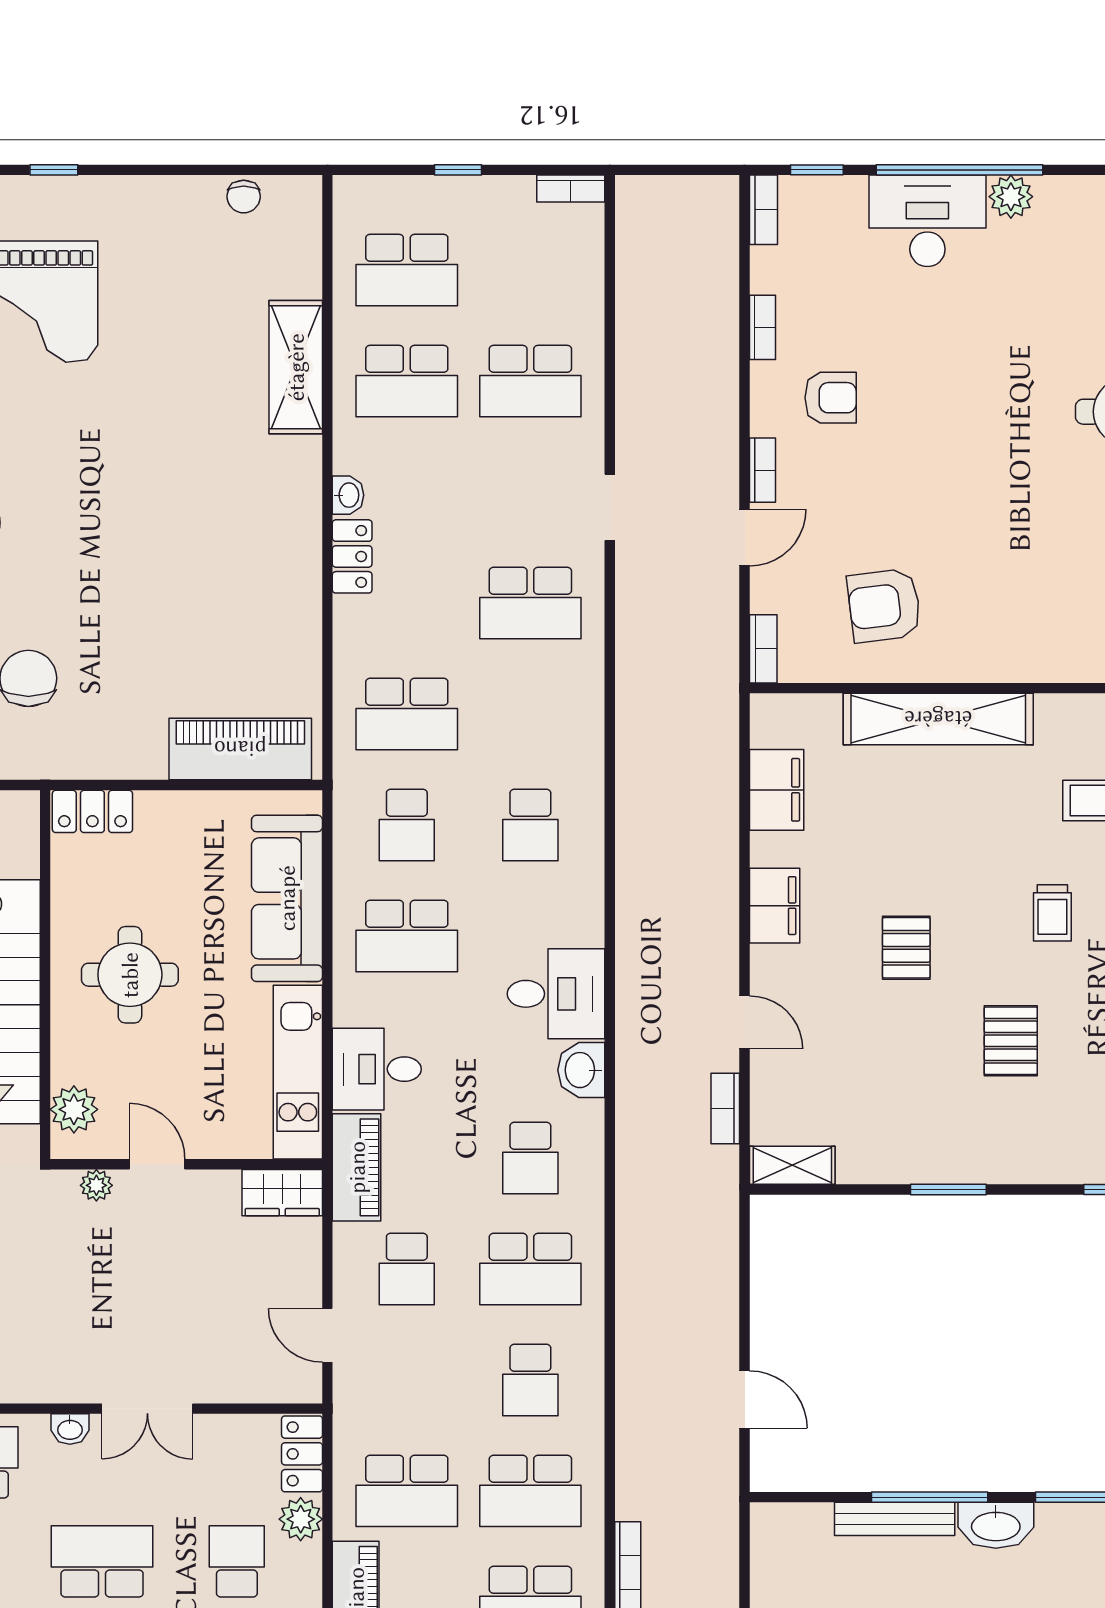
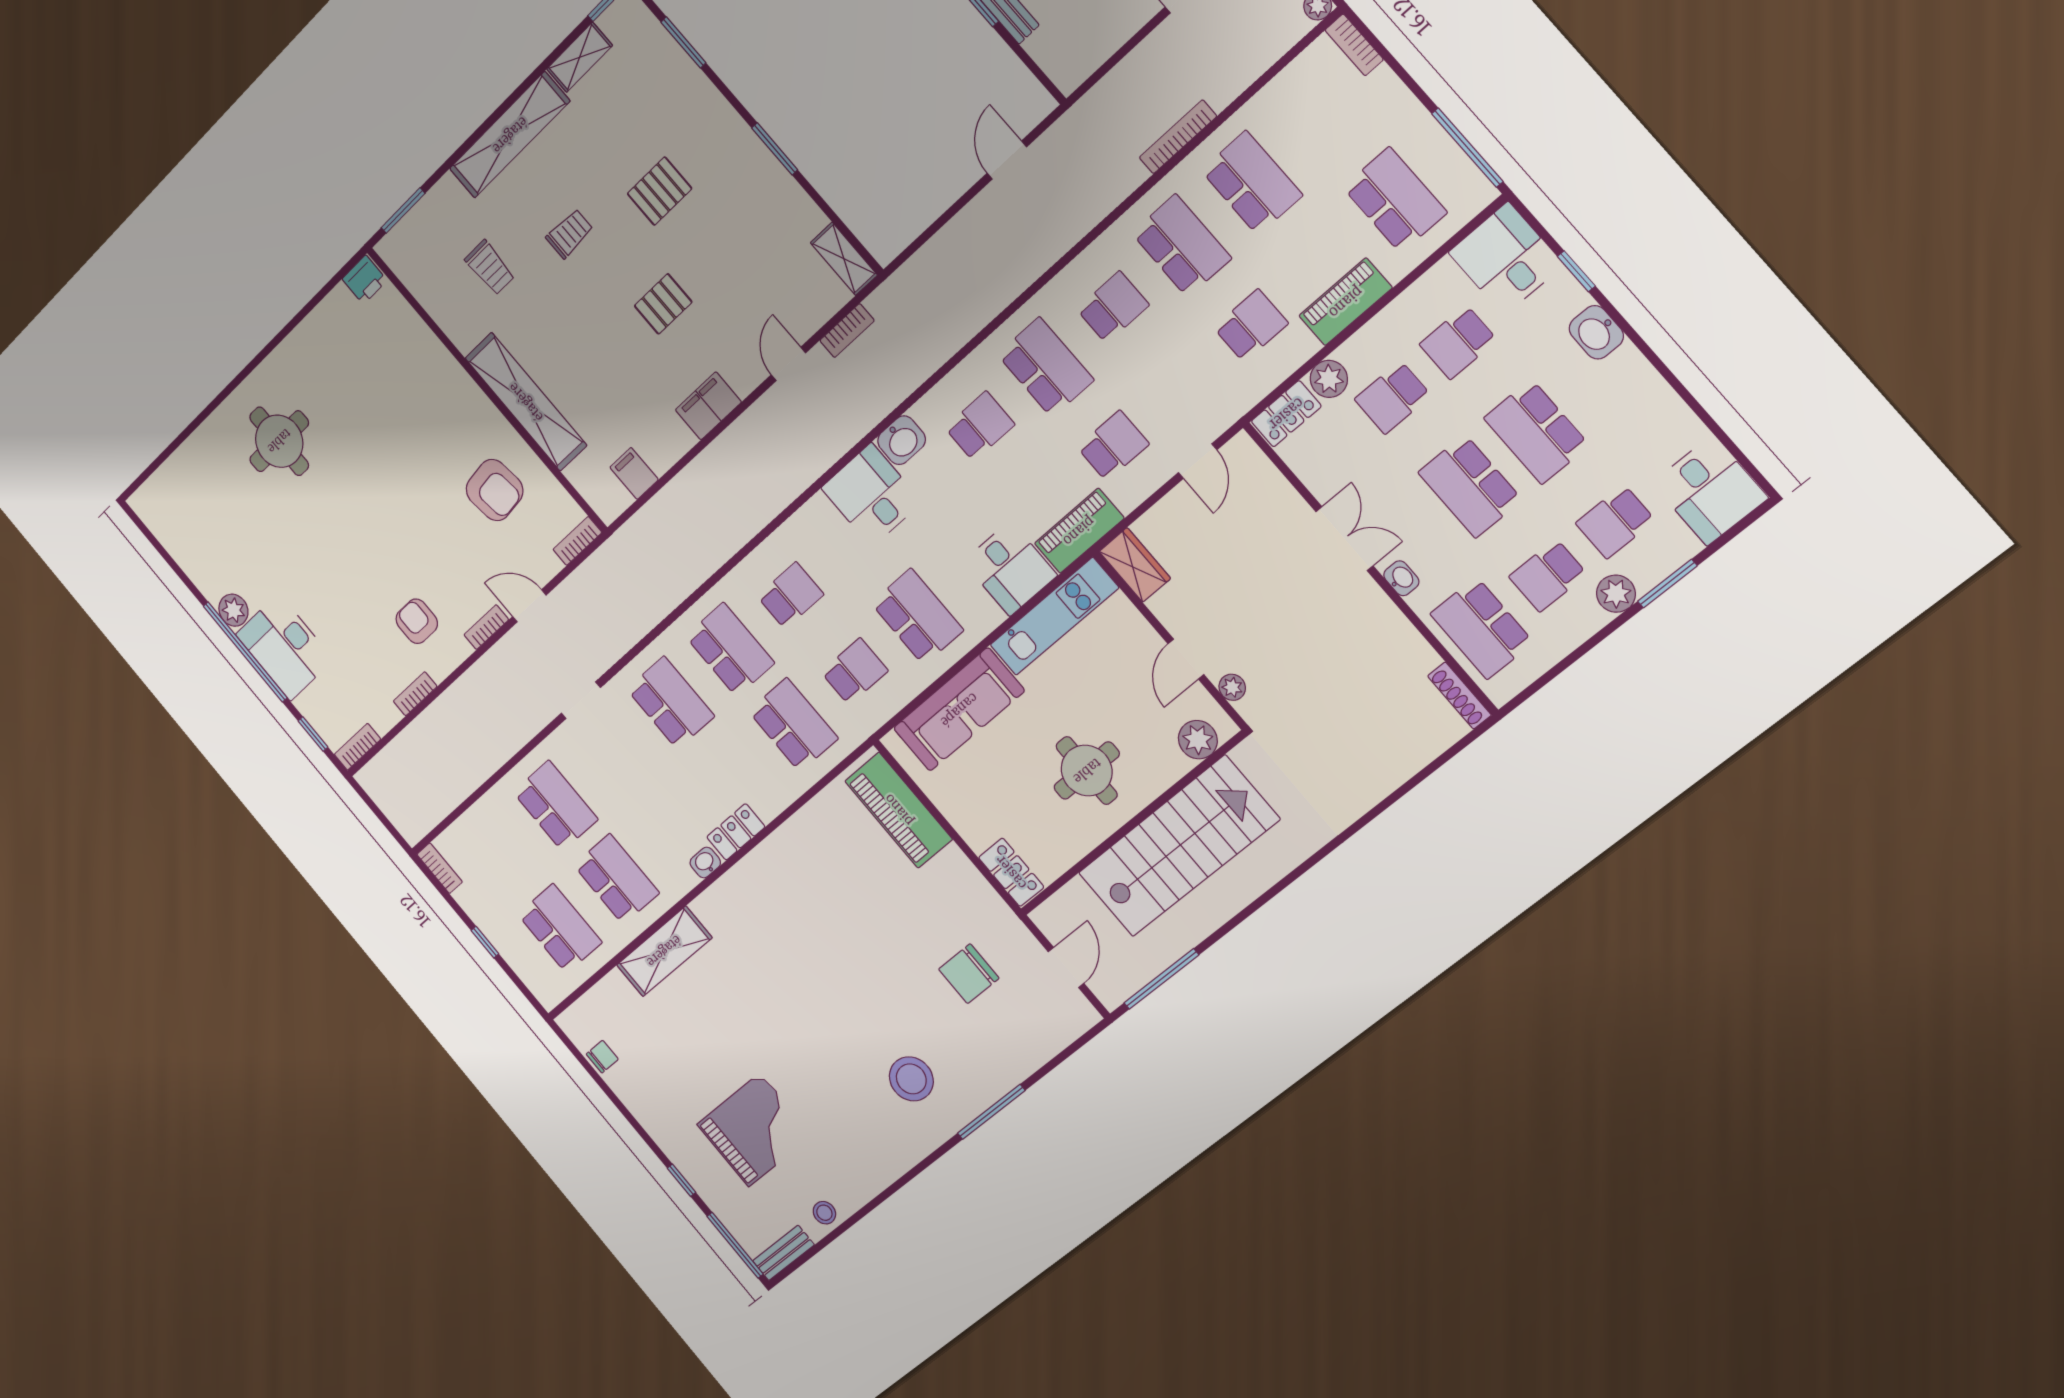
school desk: (530, 714) -> (730, 650), added
filing cabinet: (777, 790) -> (634, 473), width x0.50
school desk: (407, 1491) -> (1251, 326), width x0.54

